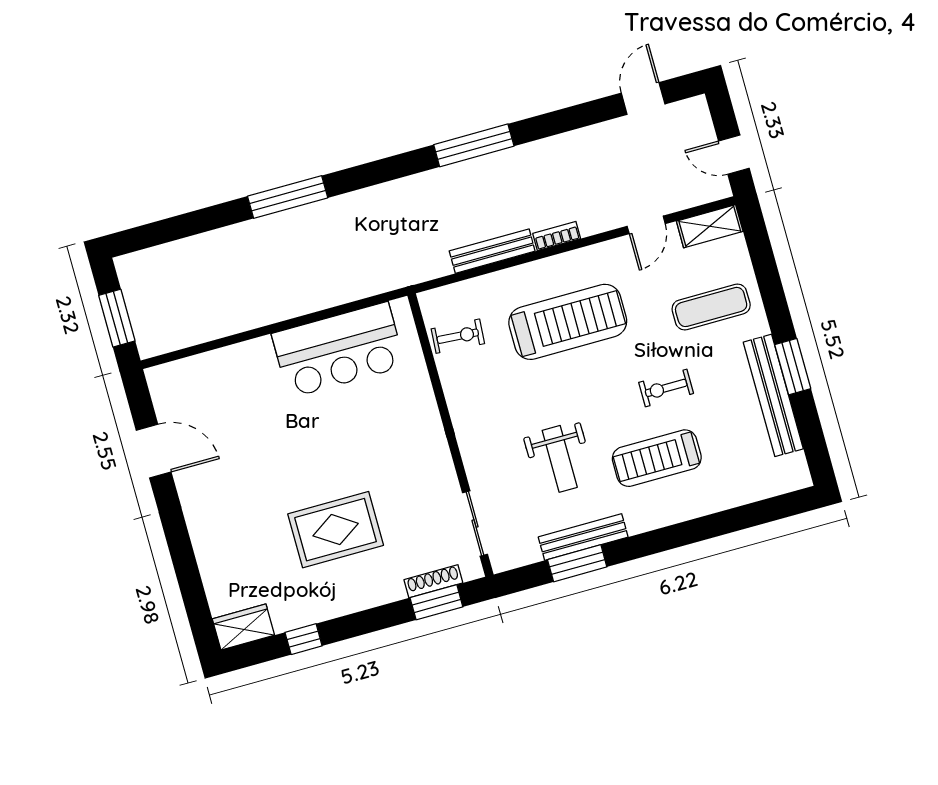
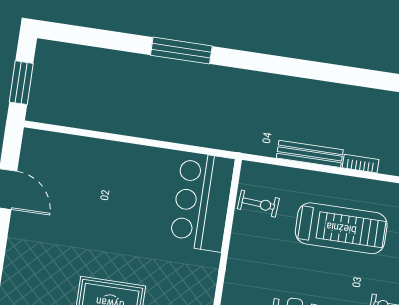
window: (474, 145) -> (330, 73), removed
bar counter: (338, 350) -> (202, 202), moved, turned 90

